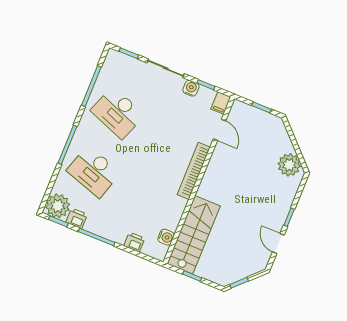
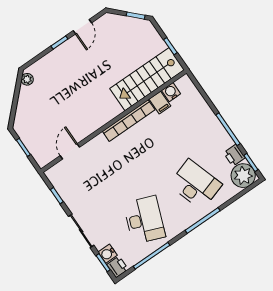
water cooler: (191, 88) -> (108, 254), moved
filing cabinet: (221, 103) -> (160, 103), moved, turned 90
plant: (289, 165) -> (27, 79), width x0.53, depth x0.53
bookcase: (194, 171) -> (129, 121), moved
desk: (94, 172) -> (195, 184), turned -36
printer: (134, 242) -> (117, 267), moved, turned 180

